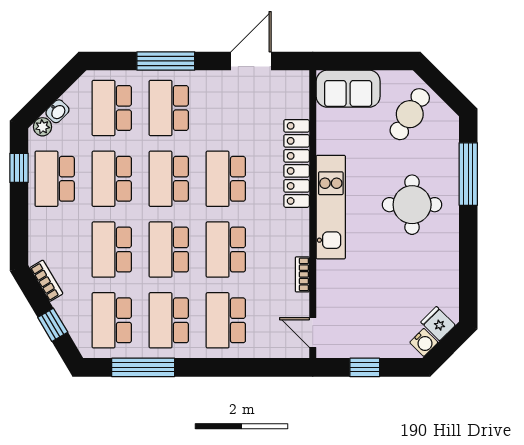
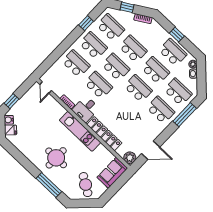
window: (166, 61) -> (185, 115), moved
door: (251, 61) -> (151, 150), hinge flipped
plant: (296, 84) -> (130, 158), added
window: (19, 168) -> (177, 35), moved
school desk: (226, 179) -> (121, 107), removed
desk: (285, 233) -> (86, 109), added
door: (313, 333) -> (46, 88), swing flipped
window: (143, 367) -> (86, 23), width x0.46
window: (365, 367) -> (11, 101), moved

